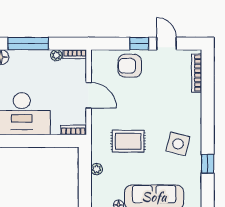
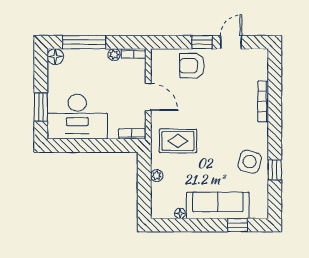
door: (167, 44) -> (231, 42), hinge flipped
bookcase: (197, 73) -> (263, 102), moved
rug: (128, 141) -> (178, 141), moved
side table: (178, 144) -> (250, 162), moved

